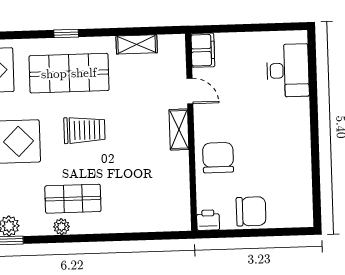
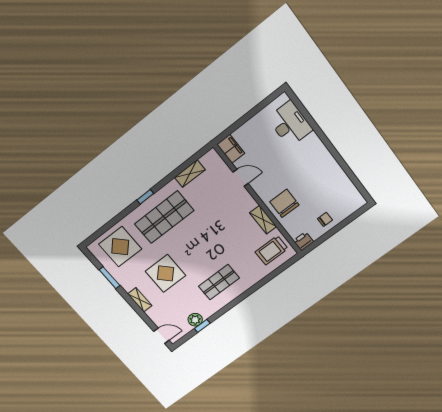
trolley: (84, 130) -> (272, 250), moved, turned 180
shelving: (179, 130) -> (263, 220), moved
chair: (251, 211) -> (325, 219), width x0.54, depth x0.54
plant: (61, 227) -> (224, 301), removed

